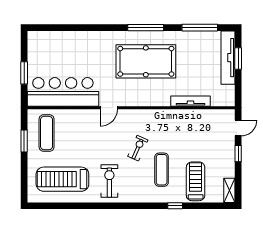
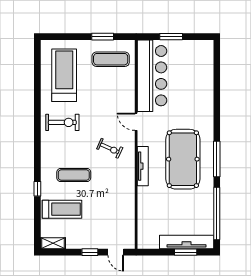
window: (200, 28) -> (217, 213), width x1.46
tv unit: (191, 101) -> (143, 166), moved
exercise bike: (138, 148) -> (110, 148), moved

